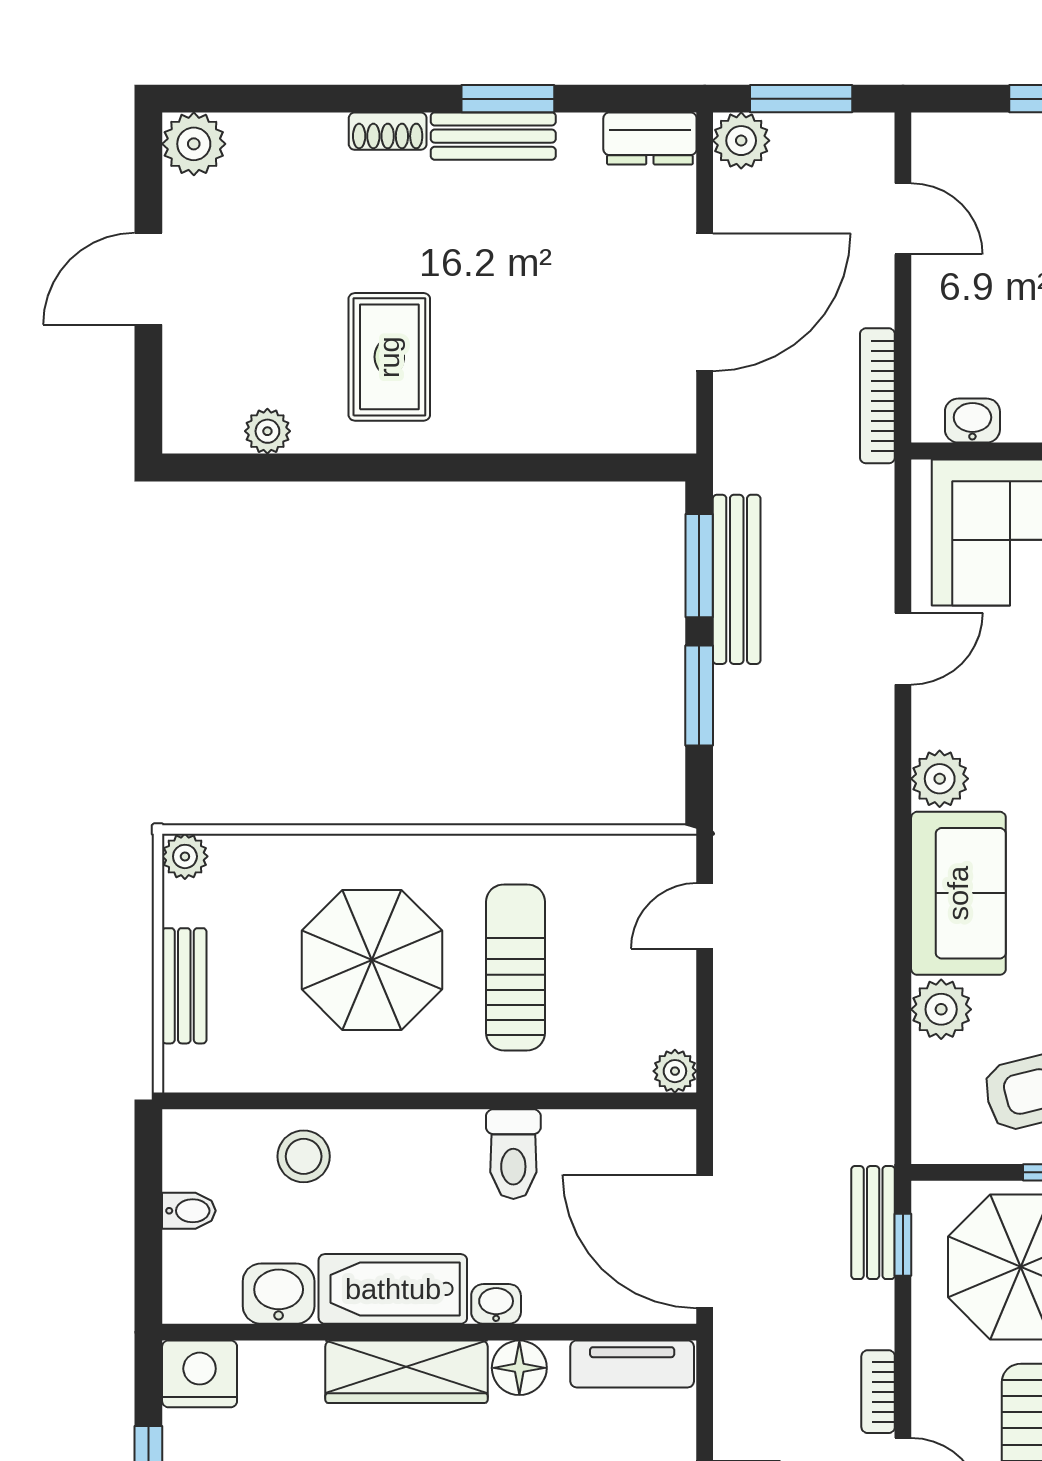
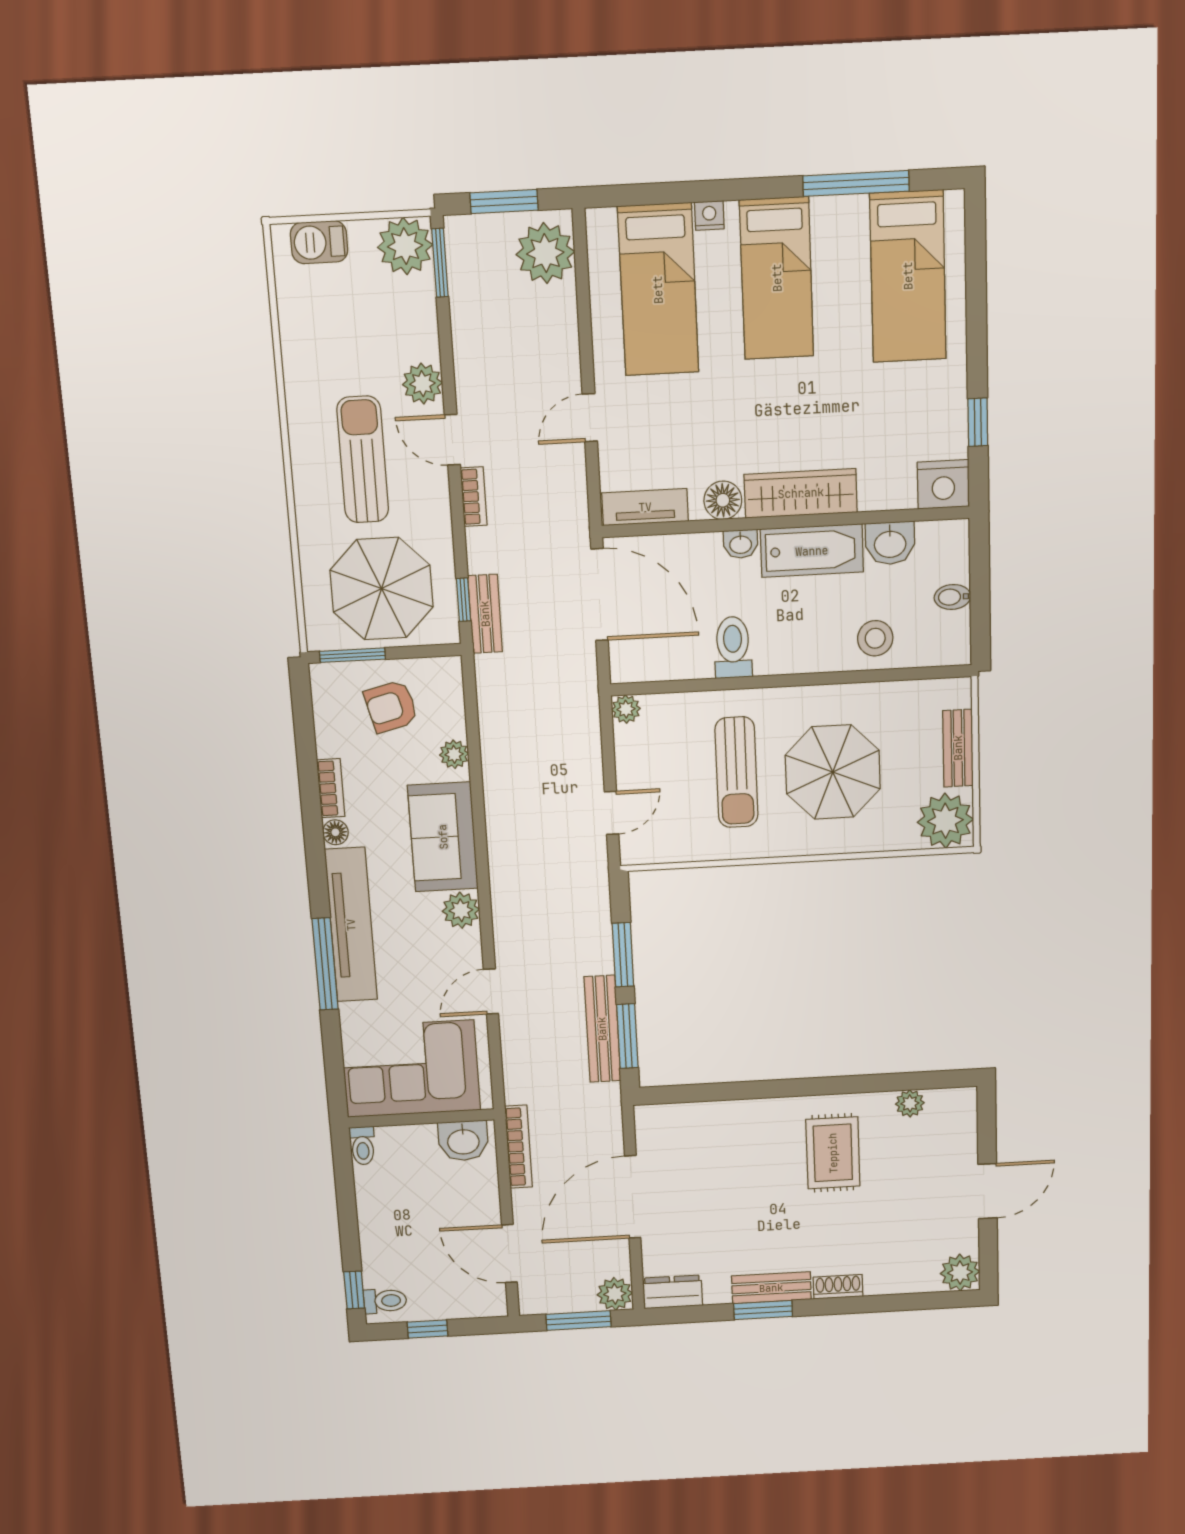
door: (903, 219) -> (509, 1254), width x1.38
washbasin: (972, 421) -> (463, 1141), width x1.38, depth x1.45
plant: (185, 856) -> (945, 821), width x1.88, depth x1.88
plant: (941, 1009) -> (454, 754), width x0.73, depth x0.73

